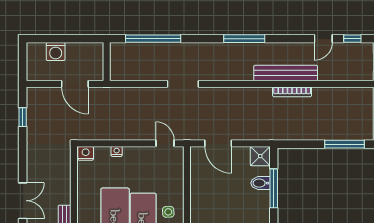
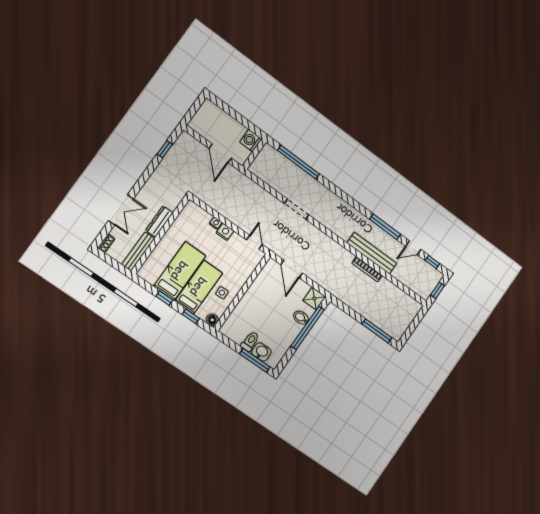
window: (244, 39) -> (385, 227), moved
washing machine: (56, 52) -> (251, 141), moved, turned 90
nightstand: (86, 153) -> (225, 232), moved
dresser: (64, 187) -> (159, 221), added
window: (274, 188) -> (308, 328), width x1.46

